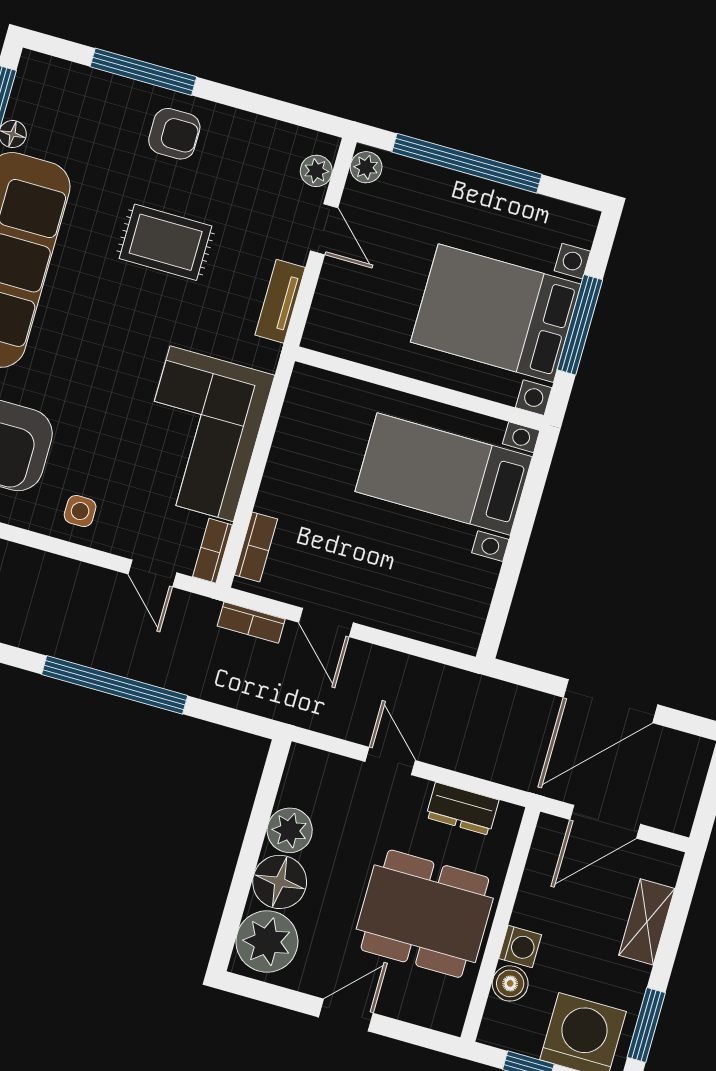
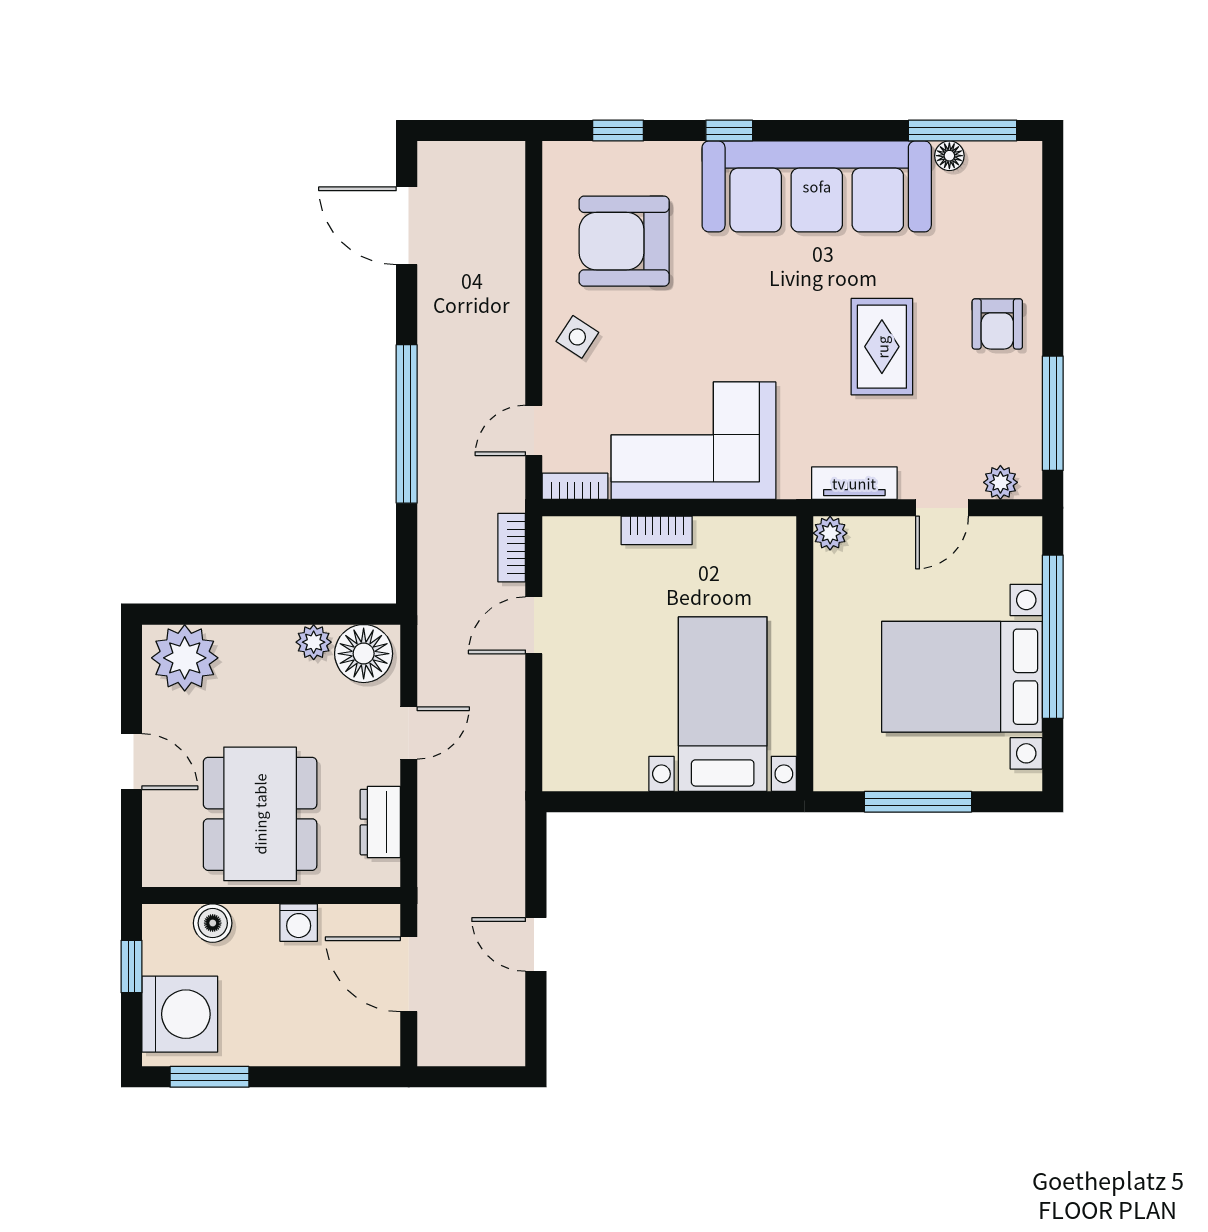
window: (143, 72) -> (1053, 413), moved
plant: (366, 167) -> (830, 533), moved
bed with nightstands: (496, 313) -> (962, 677), moved, turned -90
side table: (80, 511) -> (577, 337), turned 33
bookcase: (256, 547) -> (657, 530), moved
door: (611, 701) -> (536, 944), width x0.53
plant: (290, 830) -> (314, 642), width x0.73, depth x0.73
floor lamp: (280, 882) -> (364, 654), moved
shelving: (647, 922) -> (317, 1047), removed
washing machine: (520, 947) -> (299, 923), moved

